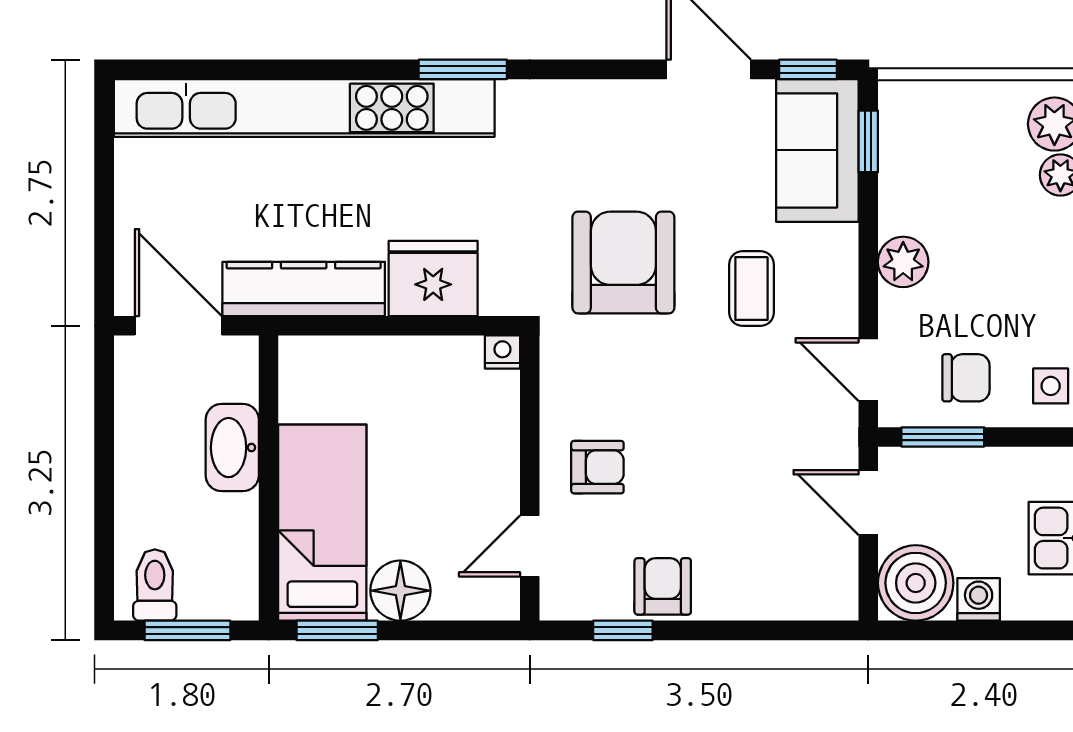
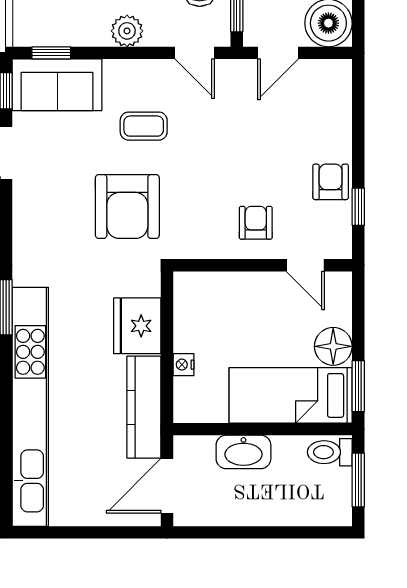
armchair: (623, 263) -> (127, 206), turned -90
nightstand: (502, 352) -> (183, 365), moved
door: (868, 370) -> (195, 53), hinge flipped
toilet: (155, 585) -> (330, 452), moved
armchair: (663, 586) -> (331, 182), turned 90

